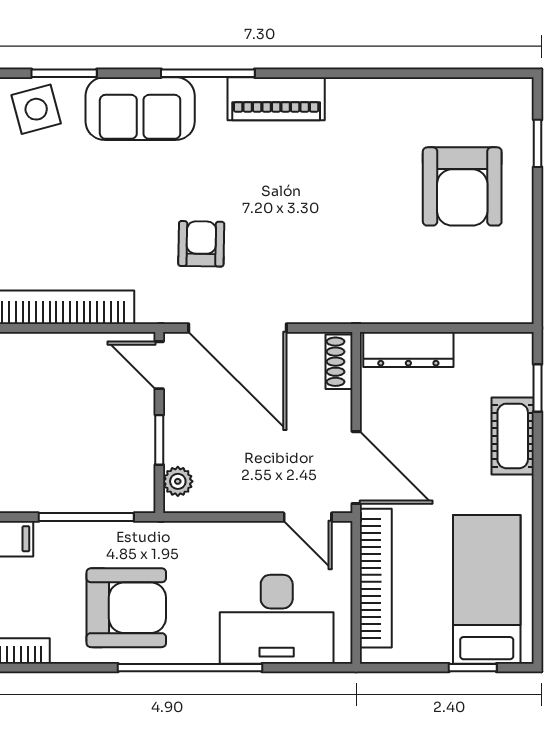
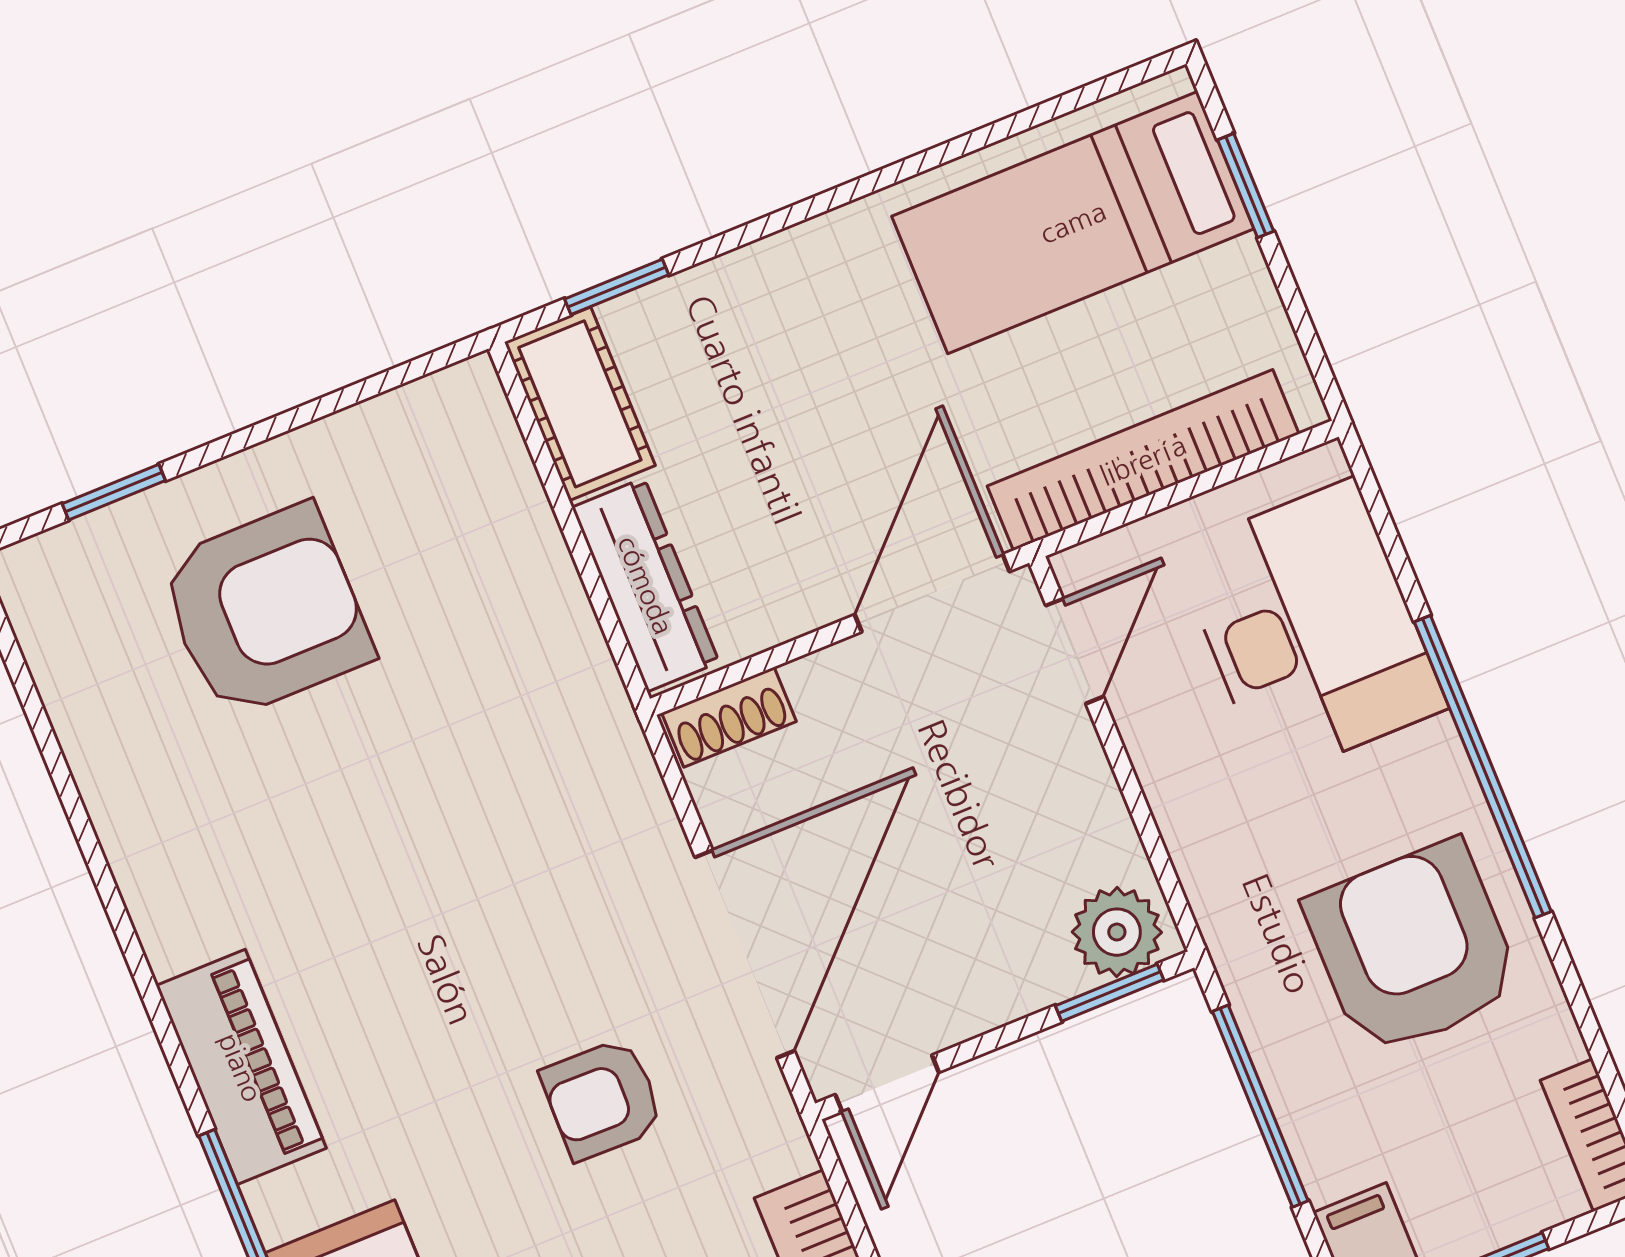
cot: (513, 436) -> (580, 404), moved, turned 90
window: (159, 440) -> (1110, 993), moved
plant: (178, 481) -> (1117, 932), width x1.38, depth x1.38

